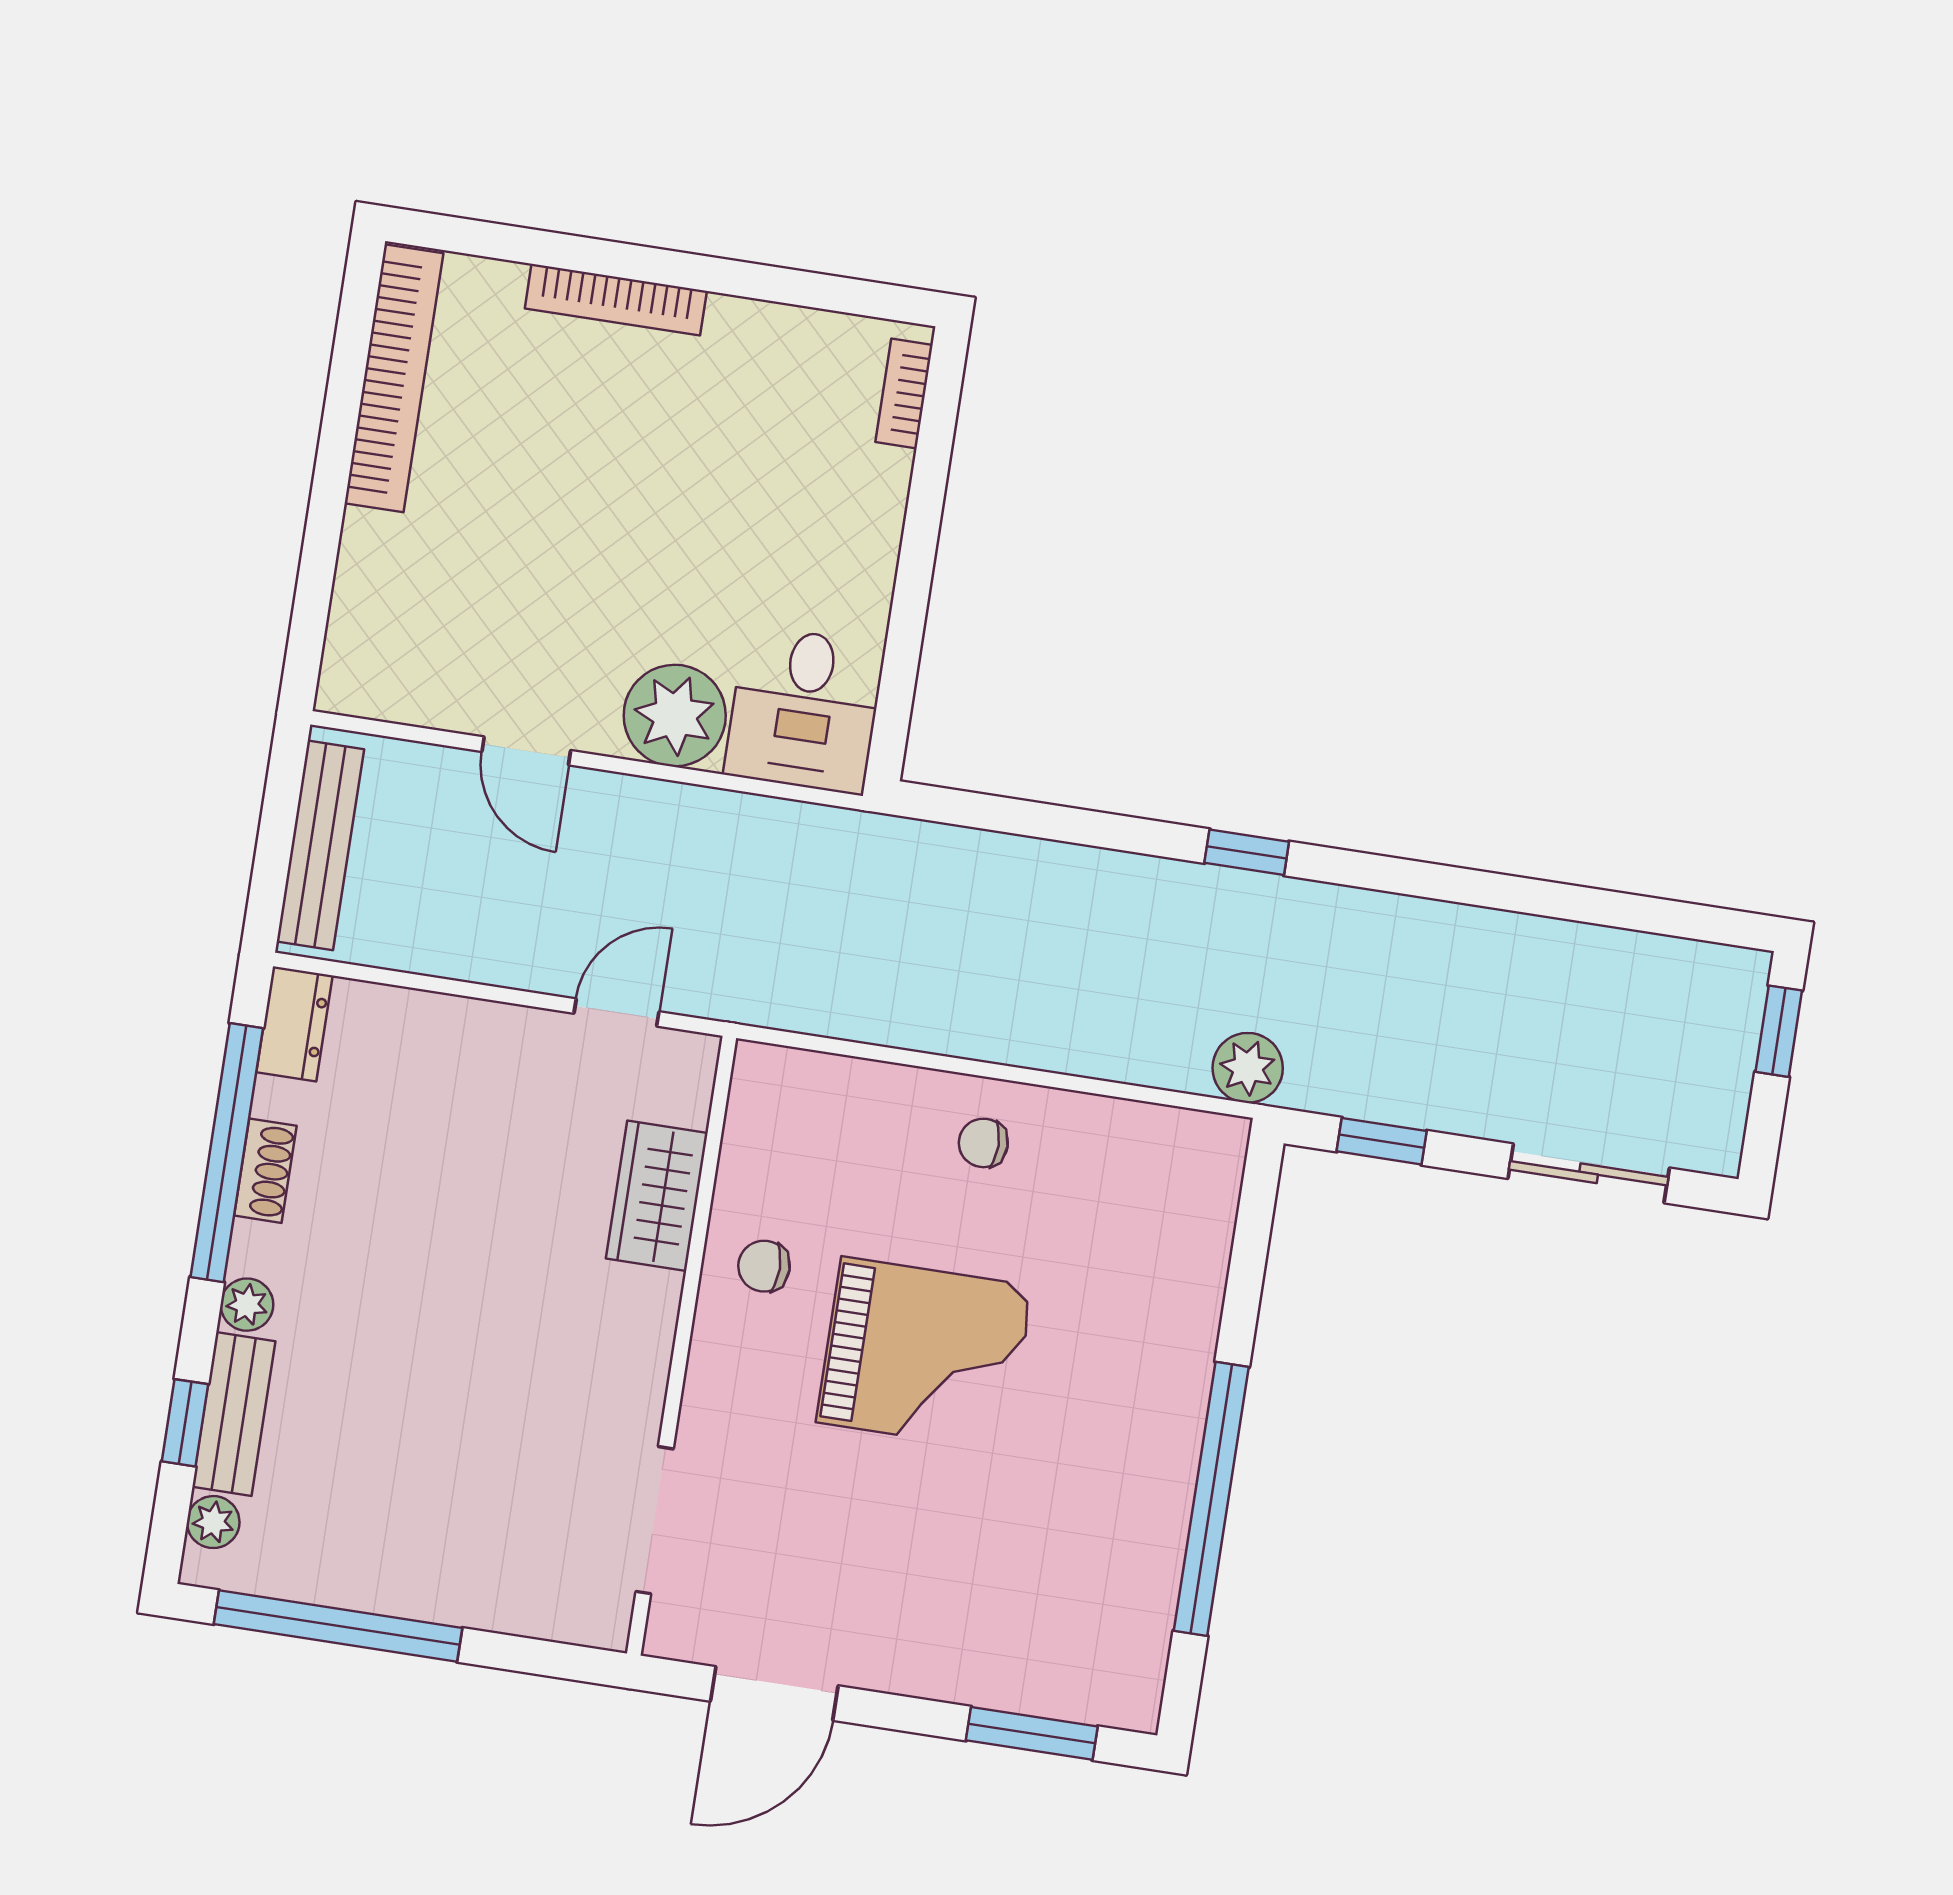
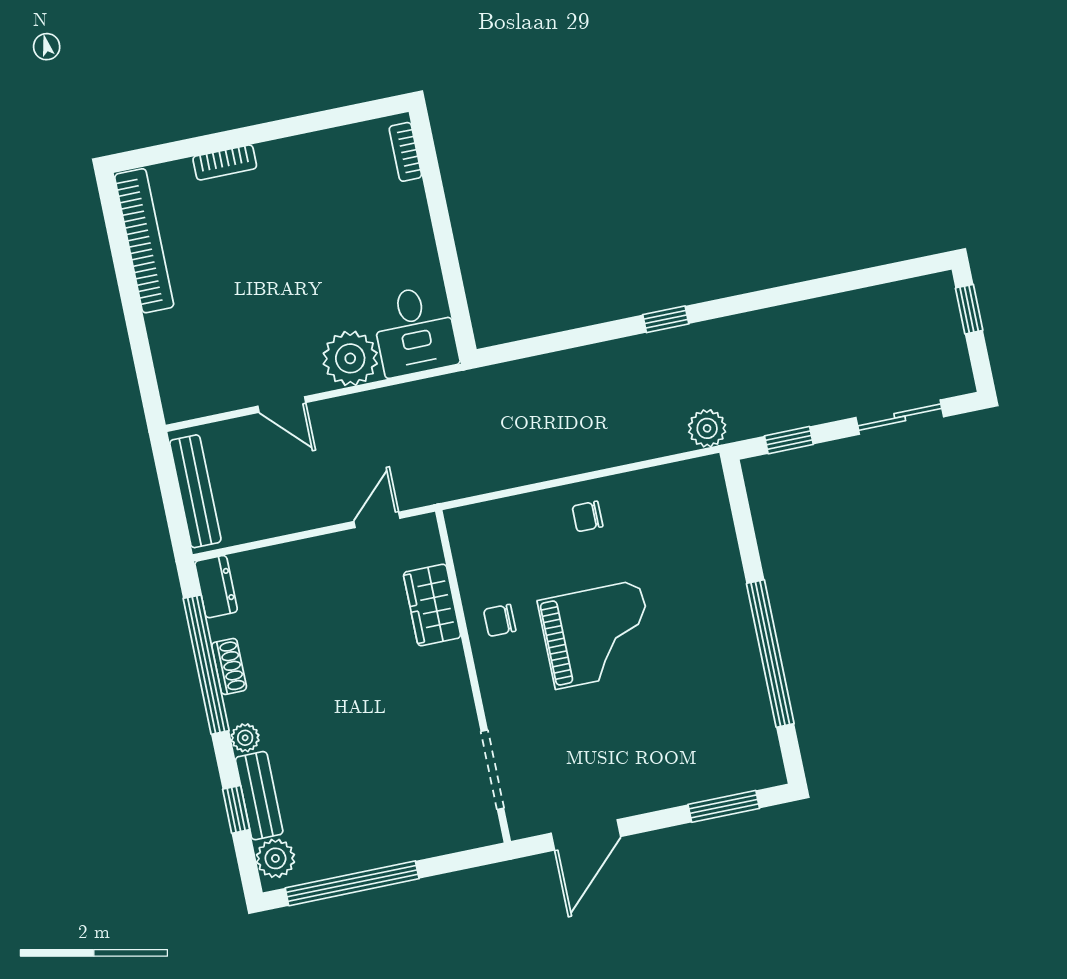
bookcase: (616, 300) -> (225, 162), width x0.64
plant: (213, 1522) -> (275, 858), width x1.38, depth x1.38

